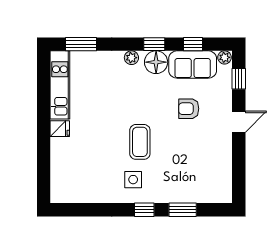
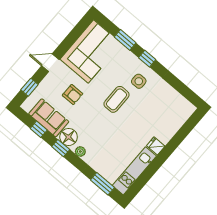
plant: (225, 57) -> (27, 106), removed
corner sofa: (207, 168) -> (91, 52), added

